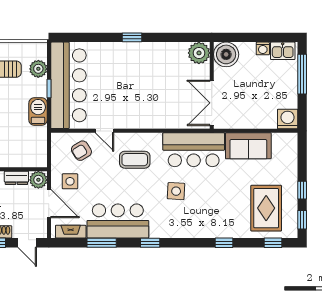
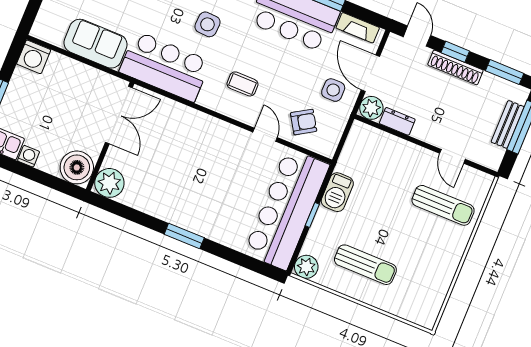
window: (132, 37) -> (184, 236), width x1.50
plant: (38, 69) -> (306, 267), moved
coffee table: (135, 160) -> (242, 84), width x0.73, depth x0.77

